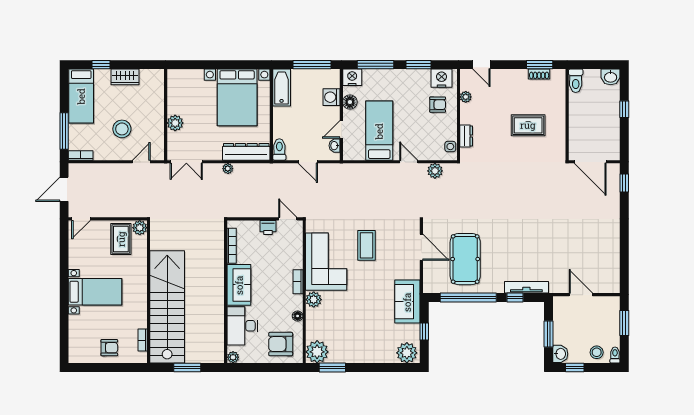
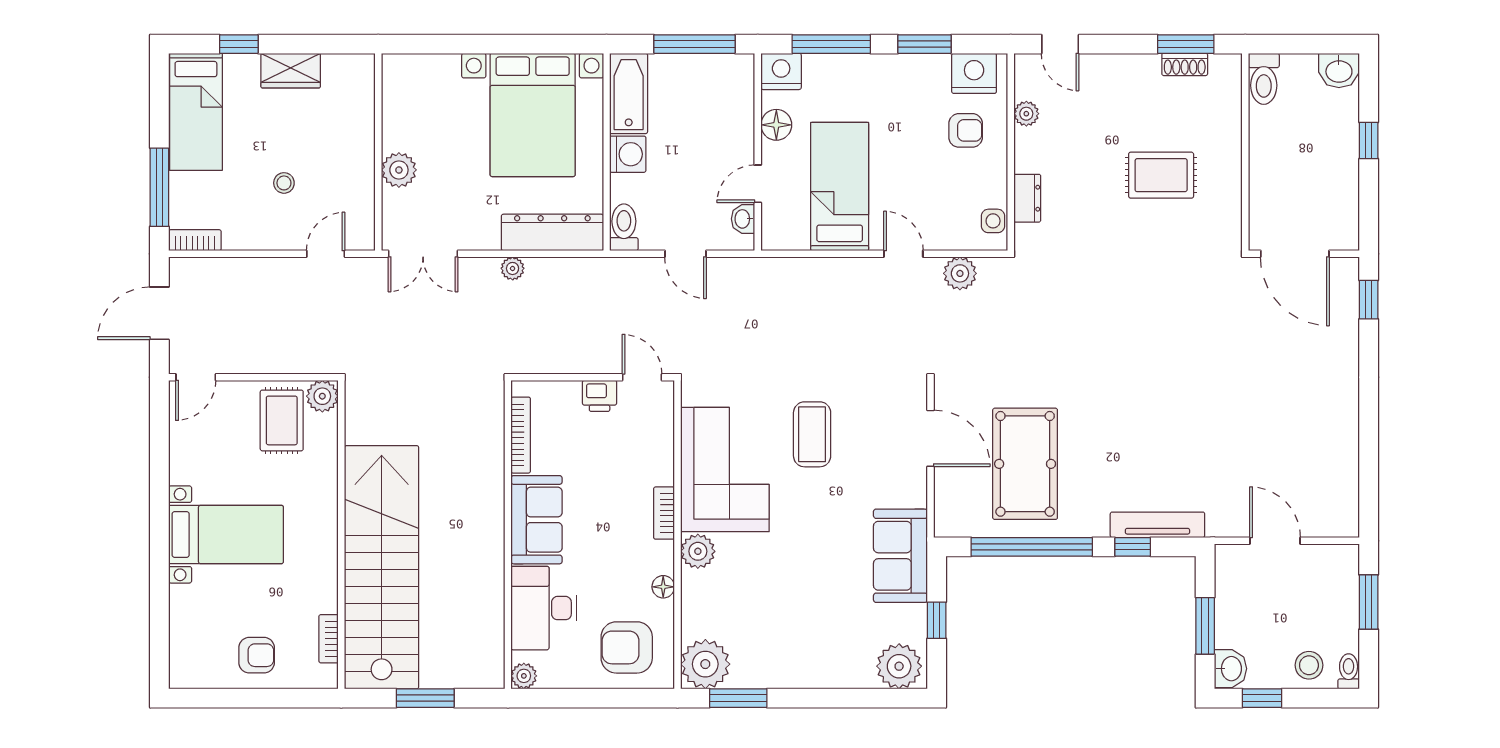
washing machine: (332, 97) -> (628, 154), moved, turned 180
stool: (122, 129) -> (284, 183), width x0.53, depth x0.53

